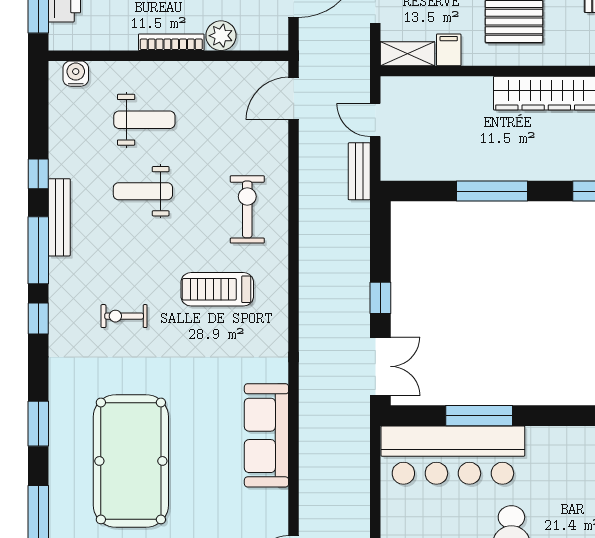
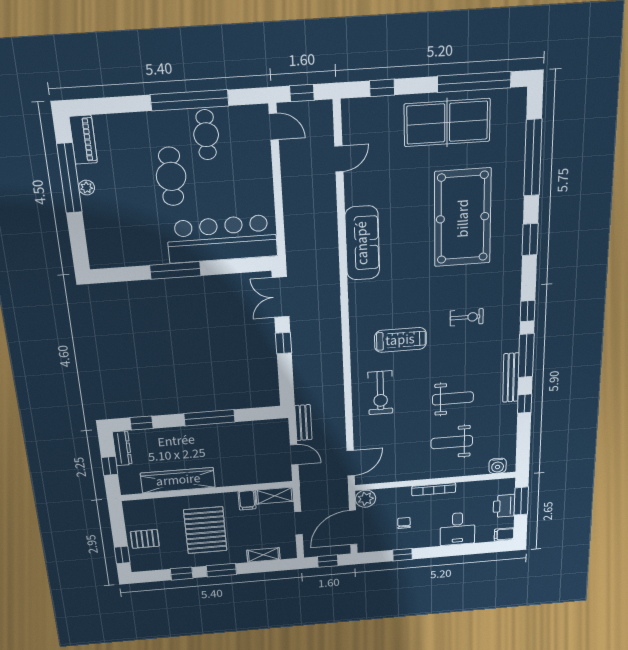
plant: (221, 36) -> (366, 499), moved
window: (479, 416) -> (175, 270), moved

